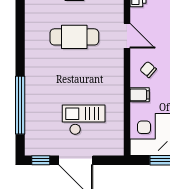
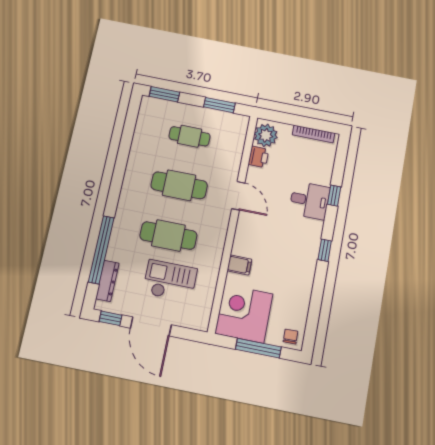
chair: (148, 69) -> (255, 238), removed
cafe table: (74, 82) -> (168, 236), added
dresser: (31, 130) -> (107, 281), added

